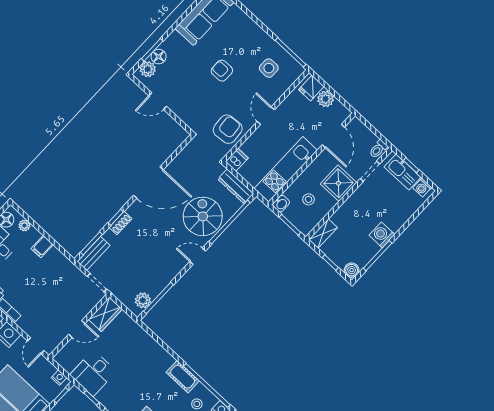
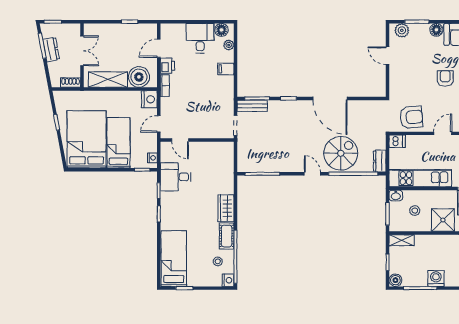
floor lamp: (159, 57) -> (436, 30), moved
dresser: (236, 186) -> (380, 161), width x0.70
shoe rack: (120, 223) -> (288, 105), removed
plant: (143, 300) -> (252, 165), removed
wardrobe: (105, 314) -> (226, 208), moved, turned 90
door: (77, 329) -> (180, 140), moved

